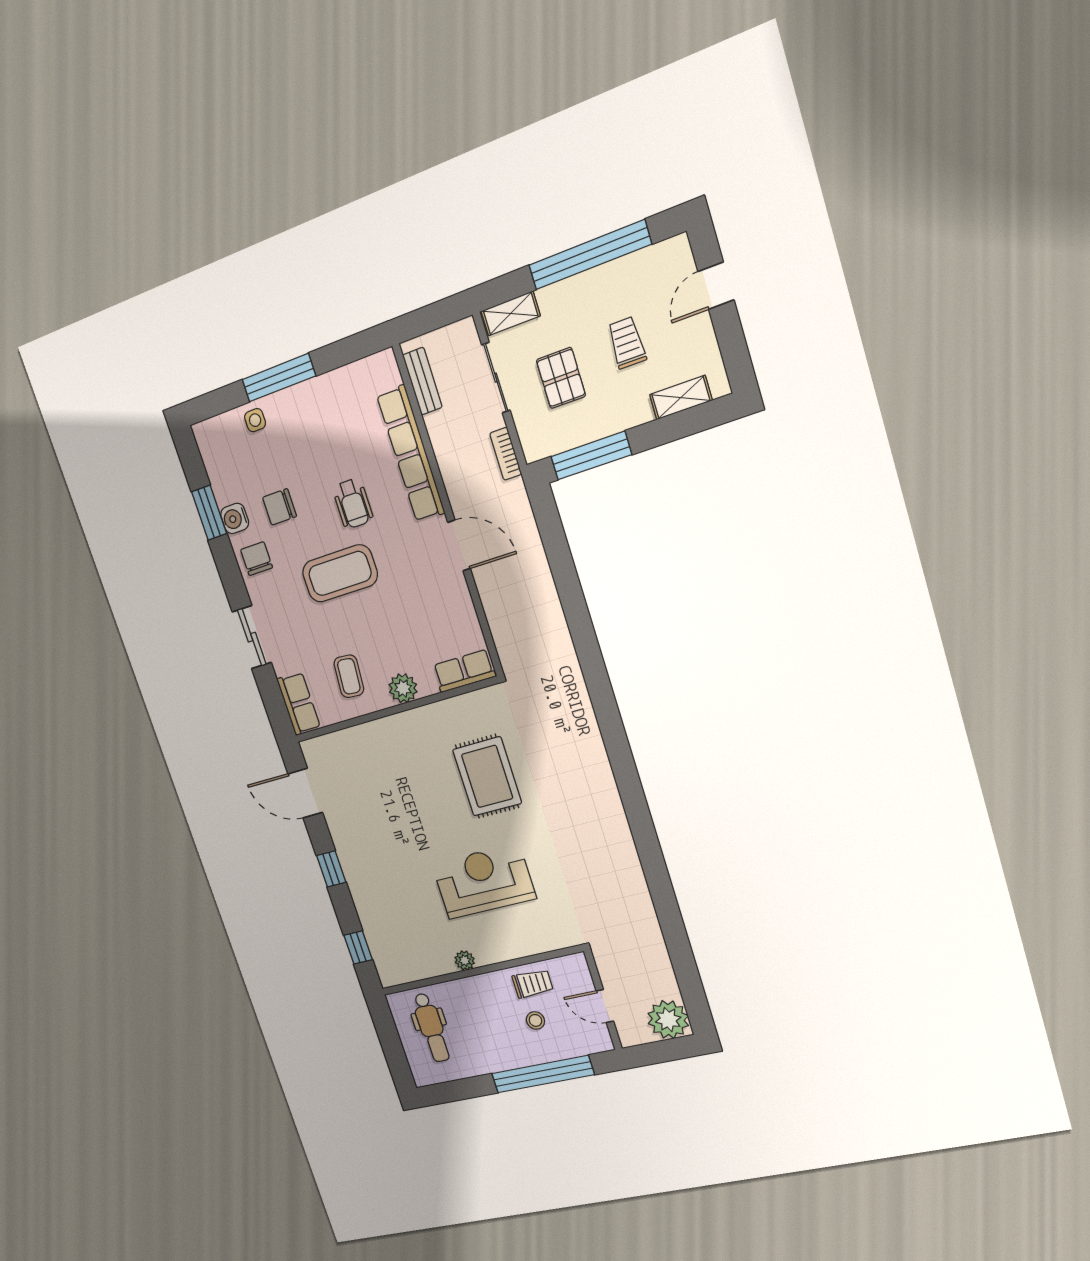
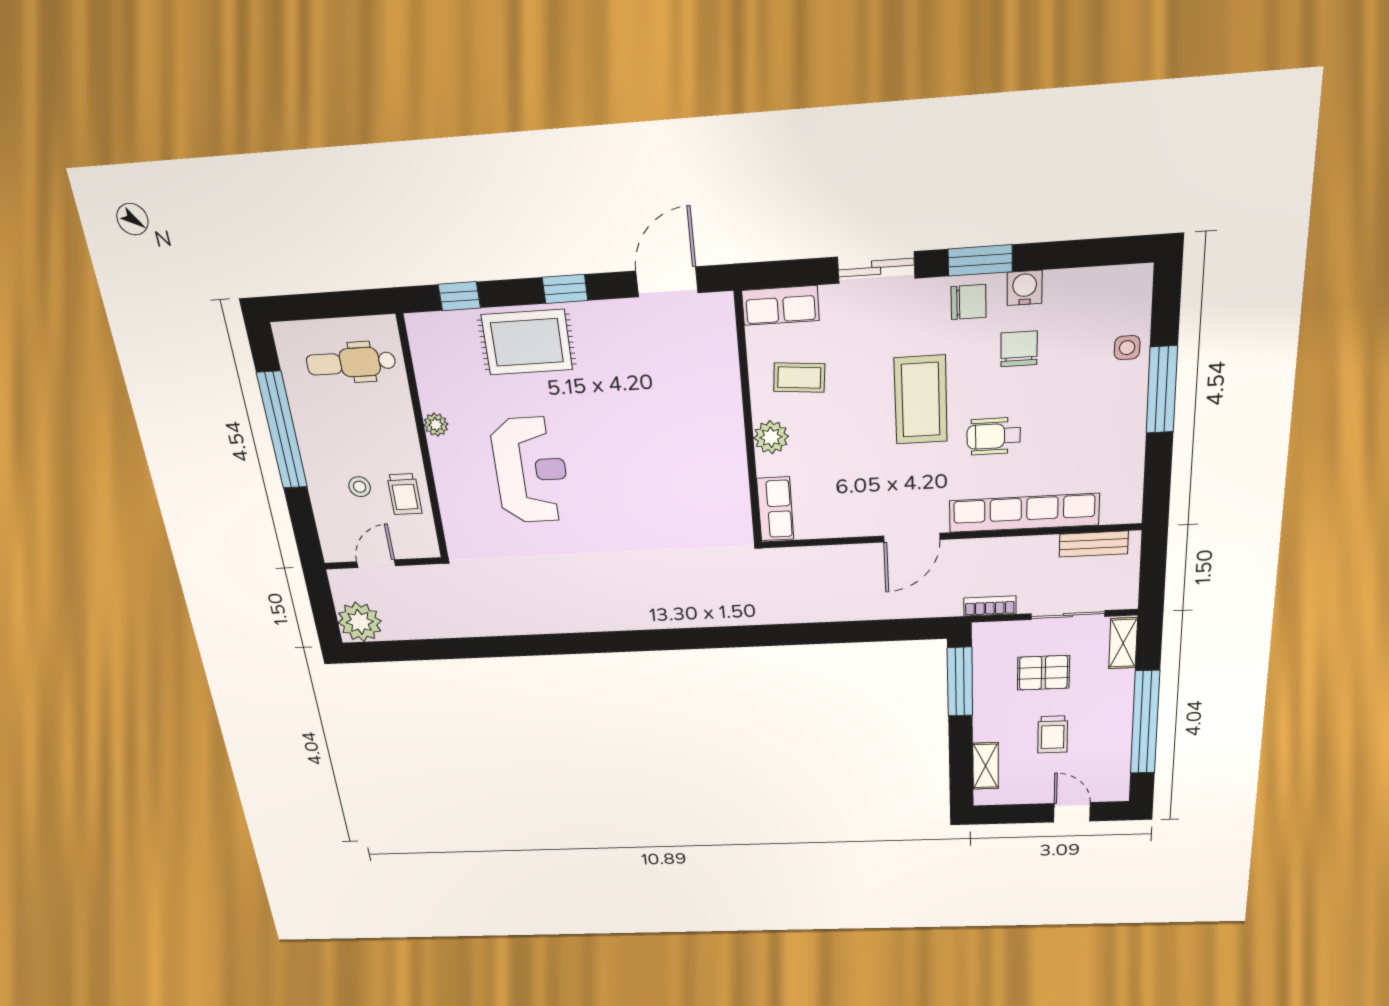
trolley: (627, 343) -> (1053, 734), turned 90
window: (209, 513) -> (980, 260), moved
rug: (487, 776) -> (527, 342), moved
window: (543, 1074) -> (282, 430), moved

